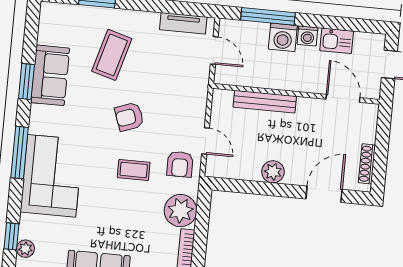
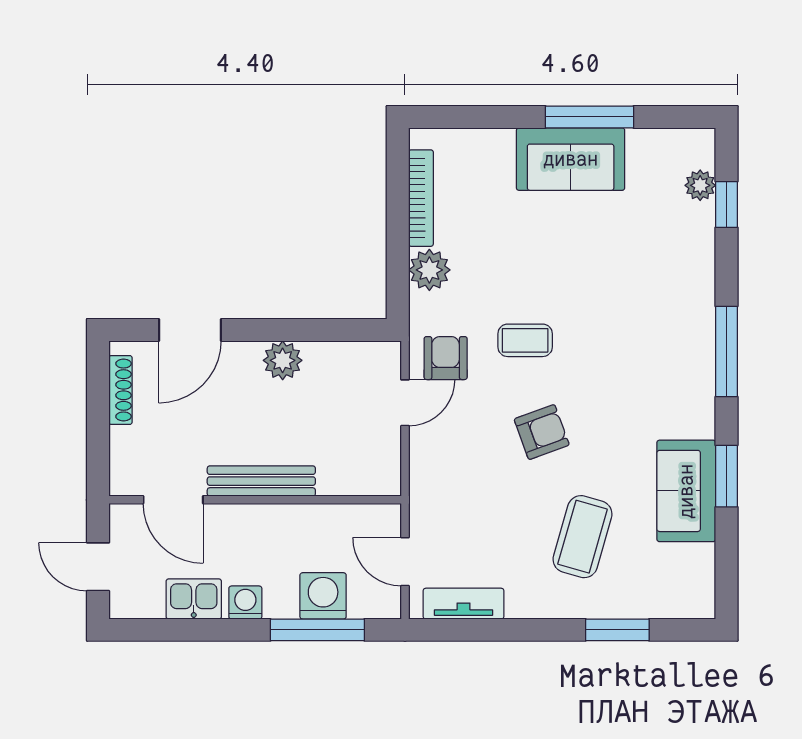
washing machine: (283, 37) -> (323, 596), moved
bench: (265, 102) -> (261, 481), moved
door: (206, 141) -> (405, 403), swing flipped
corner sofa: (52, 176) -> (667, 316), removed
plant: (180, 211) -> (429, 270), width x0.73, depth x0.73

